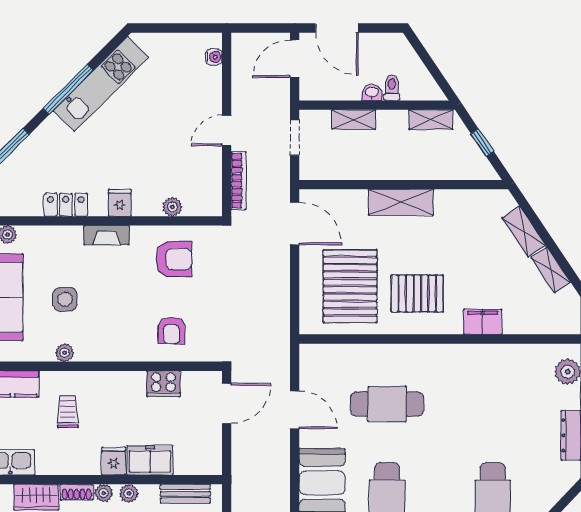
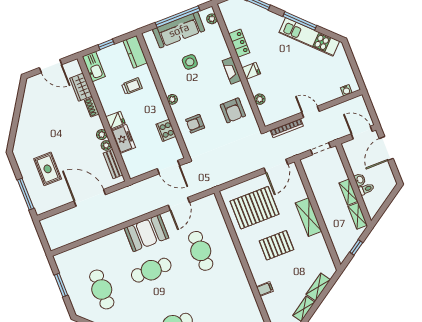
shelving: (354, 120) -> (348, 192), moved
pallet: (417, 294) -> (276, 245), moved, turned 90
filing cabinet: (483, 322) -> (265, 289), width x0.50
plant: (65, 353) -> (172, 99), moved
plant: (104, 493) -> (106, 145), moved

